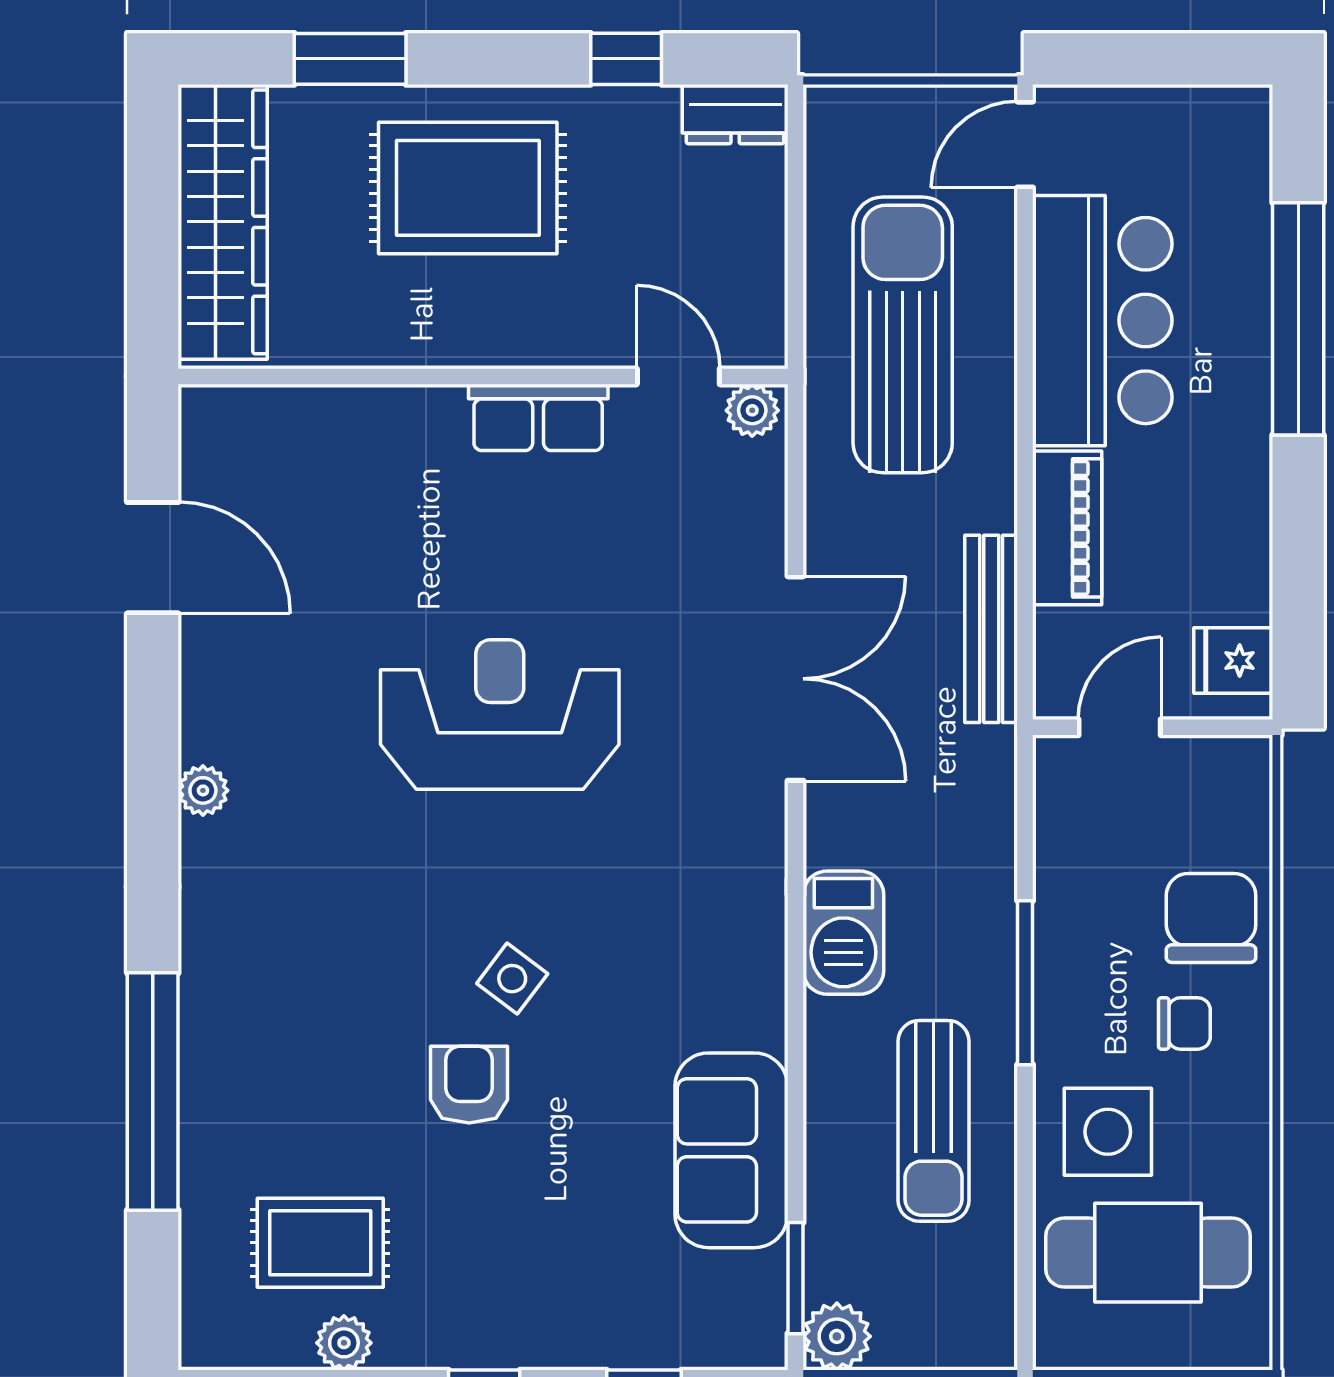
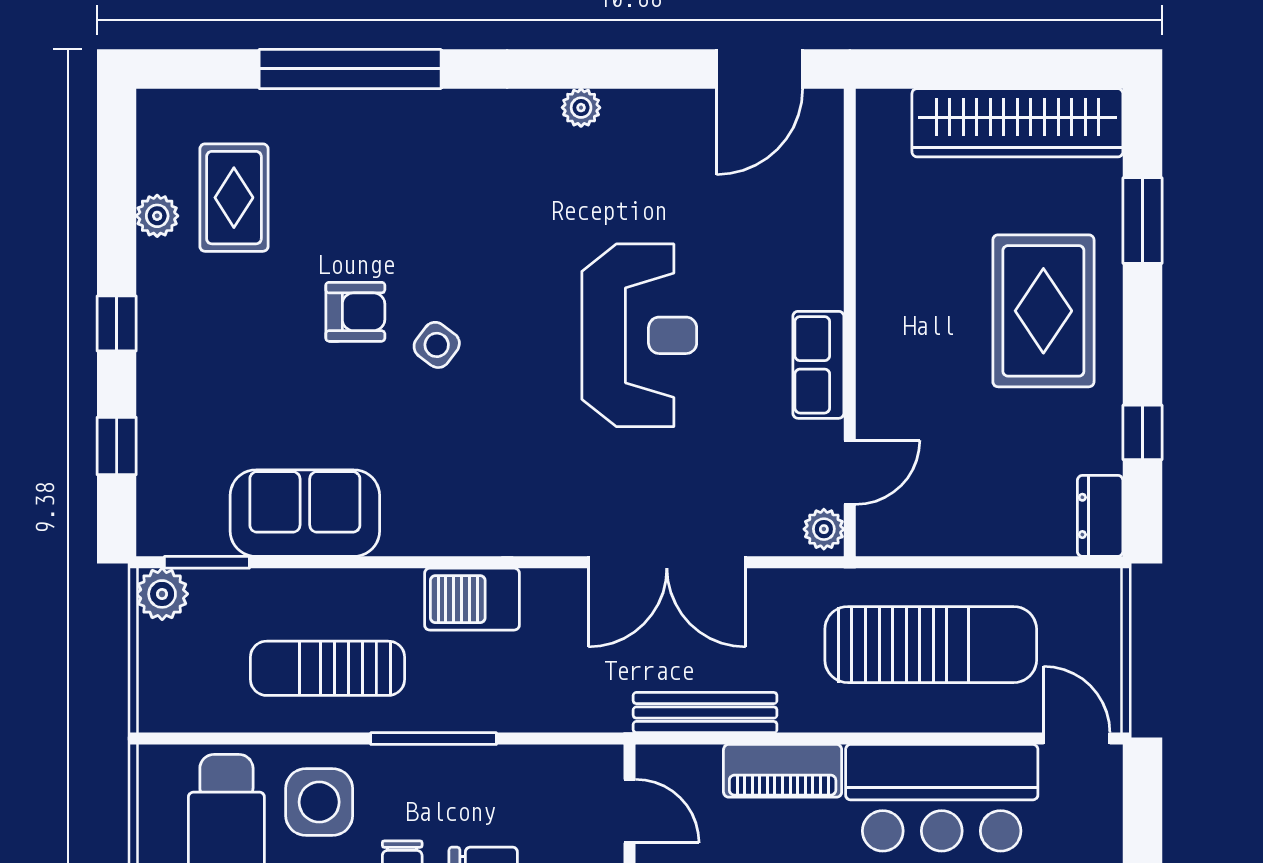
wall: (483, 376) -> (850, 322), moved
door: (678, 376) -> (850, 472), moved
plant: (752, 410) -> (824, 529), moved
row of seats: (538, 417) -> (818, 365), moved

